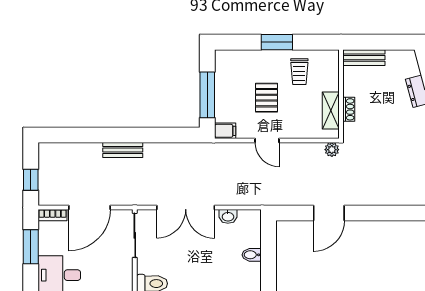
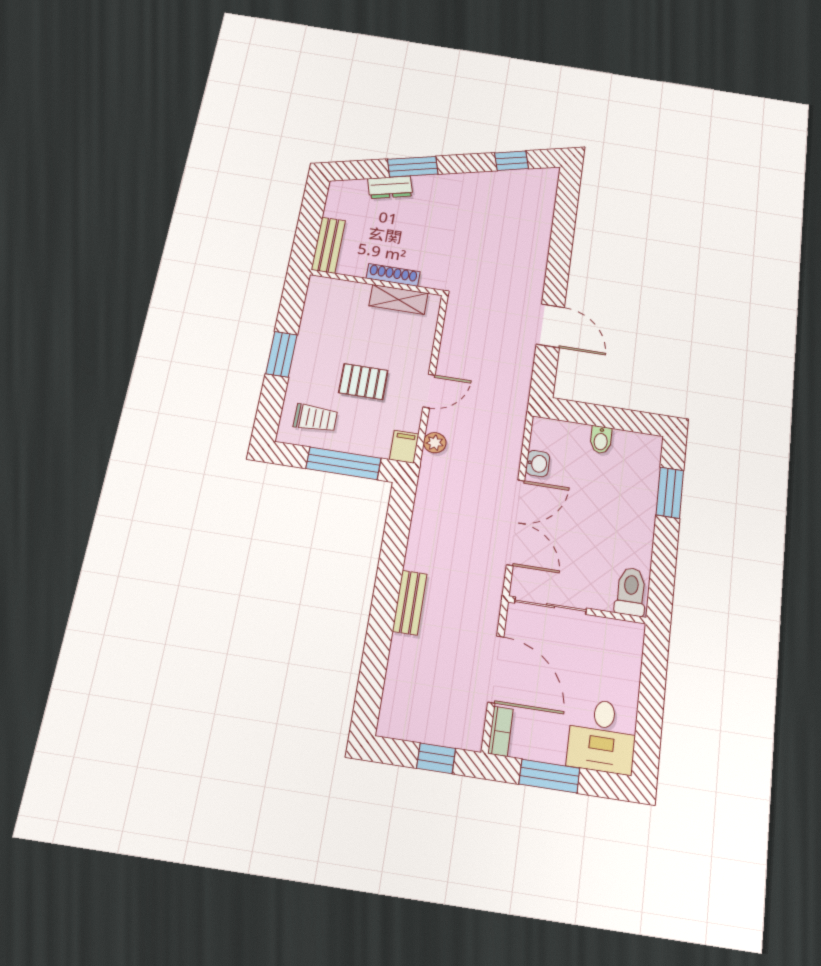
trolley: (299, 72) -> (315, 418), moved
shoe rack: (349, 109) -> (393, 275), width x1.43
plant: (332, 150) -> (435, 443), moved

